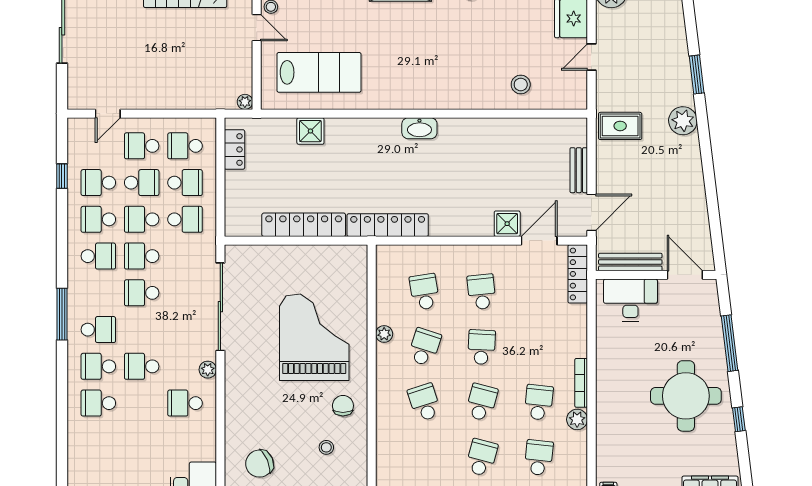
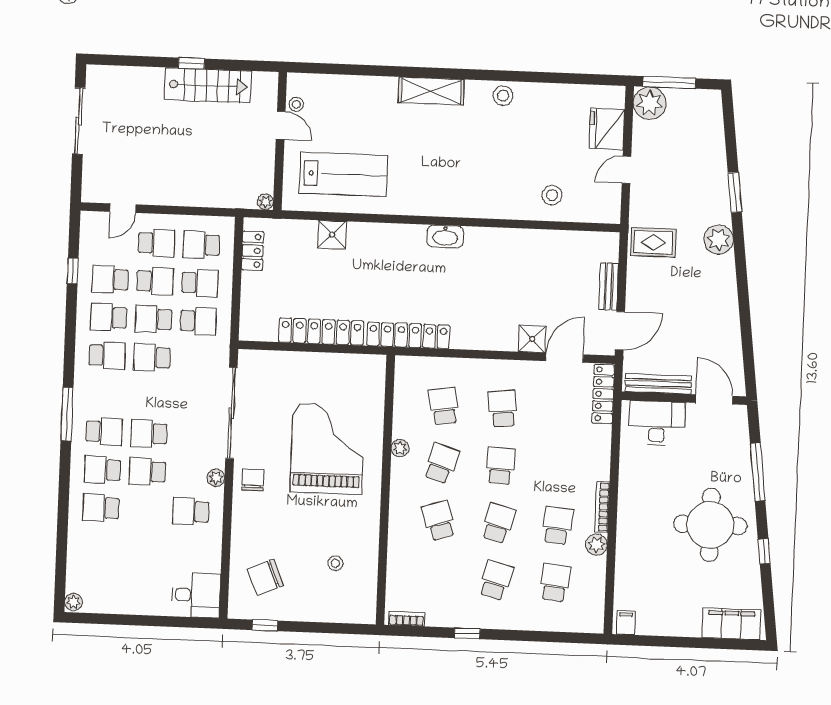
school desk: (142, 146) -> (157, 243), turned 180
school desk: (142, 293) -> (149, 433), moved
chair: (343, 406) -> (253, 480), moved

